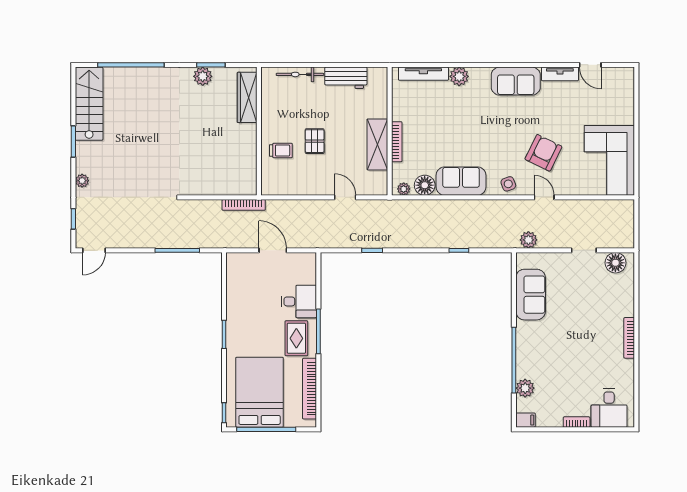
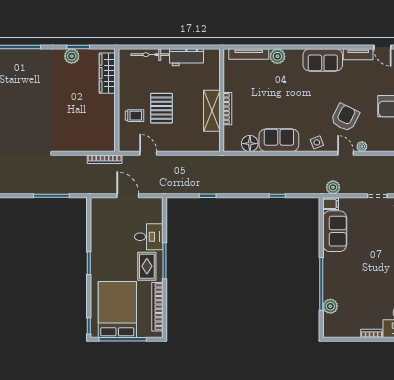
pallet: (315, 141) -> (161, 108), width x1.50, depth x1.42
plant: (404, 189) -> (362, 147), moved
door: (345, 197) -> (148, 153), moved
filing cabinet: (525, 420) -> (331, 204), moved

